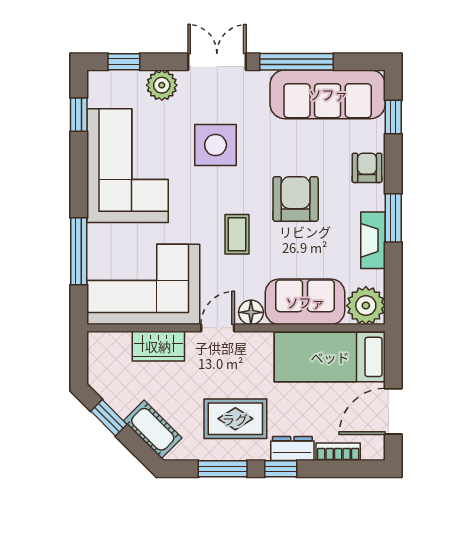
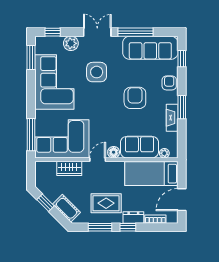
window: (79, 115) -> (31, 57), width x1.50
coffee table: (237, 234) -> (107, 115), removed
window: (79, 251) -> (31, 135), moved
plant: (366, 306) -> (164, 153), width x0.53, depth x0.53

